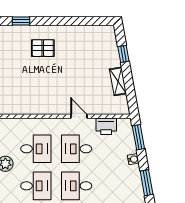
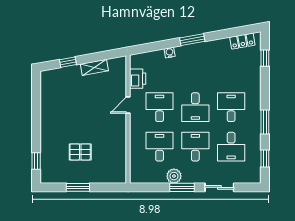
pallet: (43, 48) -> (80, 152), moved, turned 90
window: (138, 137) -> (148, 48), removed
desk: (77, 149) -> (160, 107), turned 180

